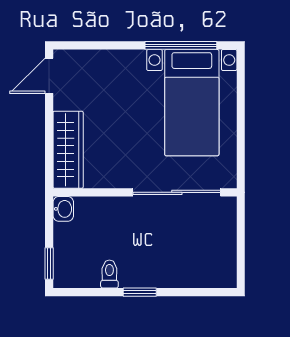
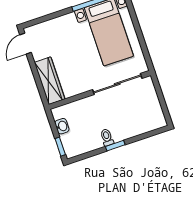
washbasin: (63, 209) -> (62, 126), moved
toilet: (109, 274) -> (107, 137), moved

